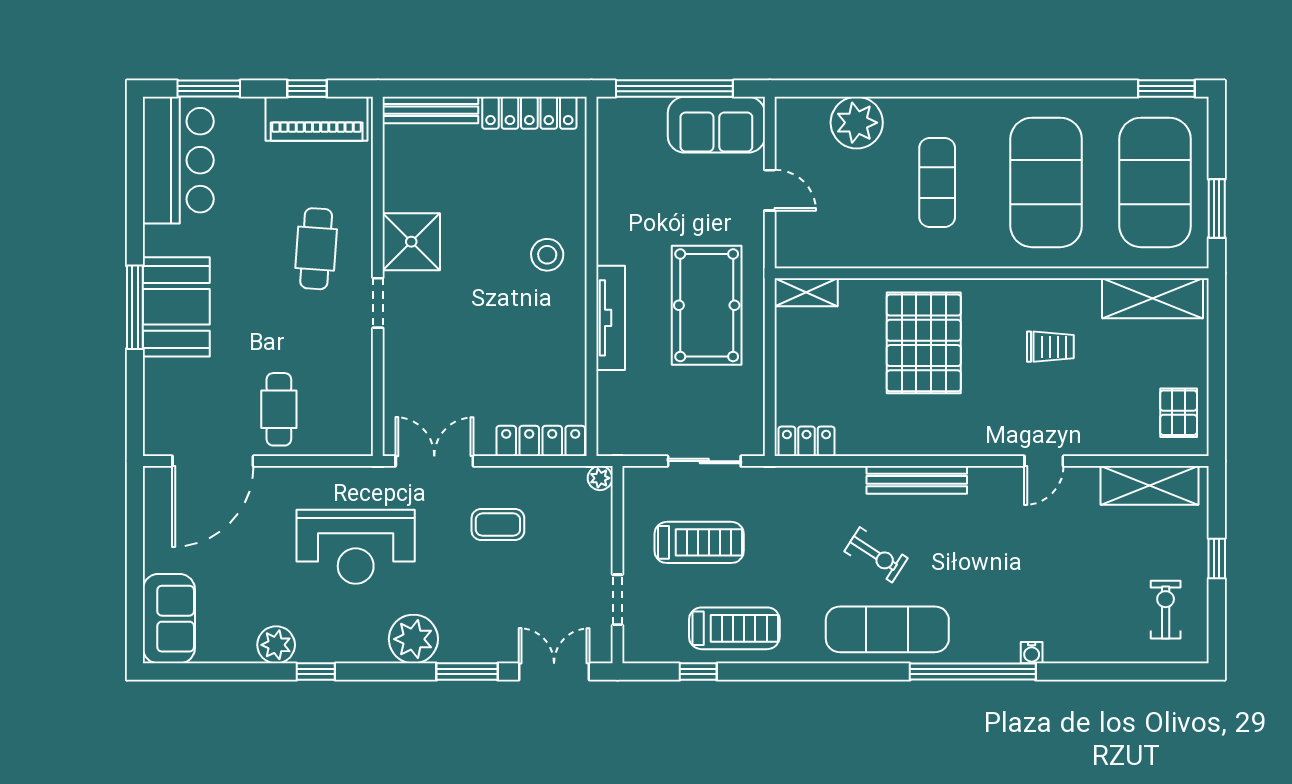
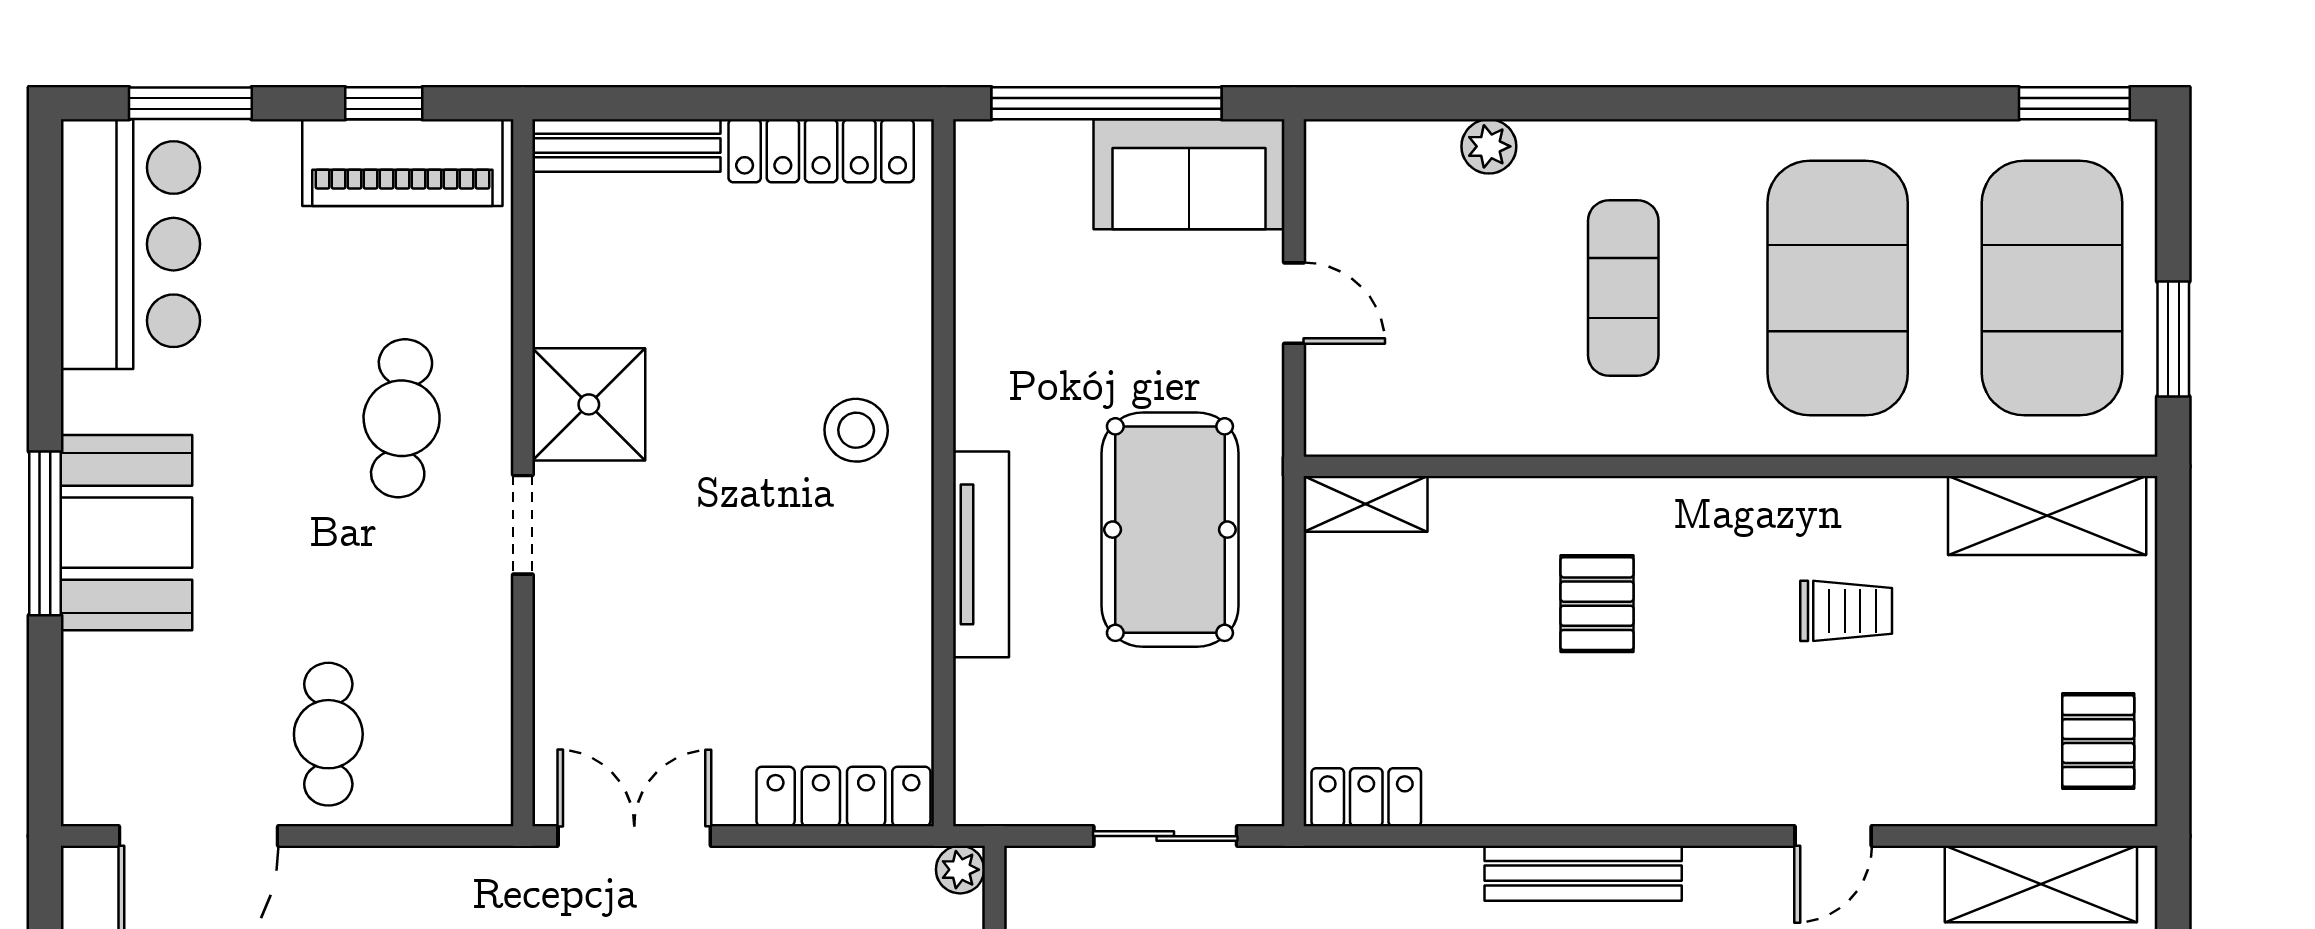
plant: (857, 123) -> (1489, 146), width x0.53, depth x0.53
pallet: (924, 343) -> (1597, 604), width x0.49, depth x0.50

